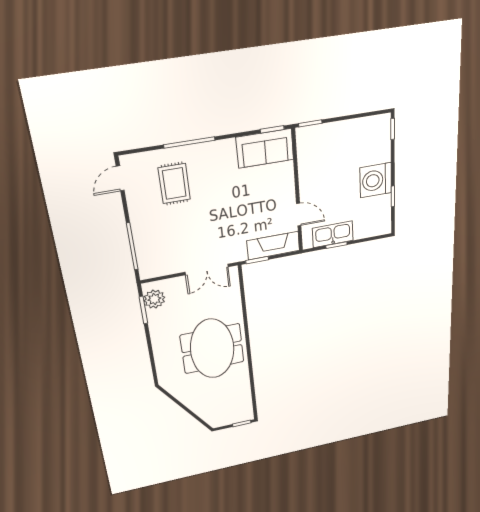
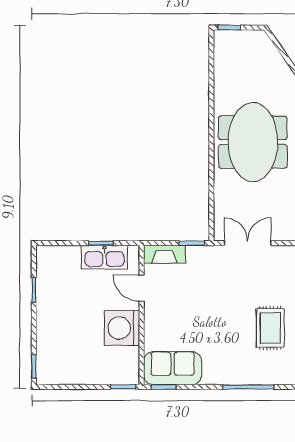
washing machine: (376, 180) -> (122, 328), moved, turned 180
rug: (174, 184) -> (270, 328), moved
fireplace: (273, 246) -> (165, 254), width x0.73, depth x0.76

